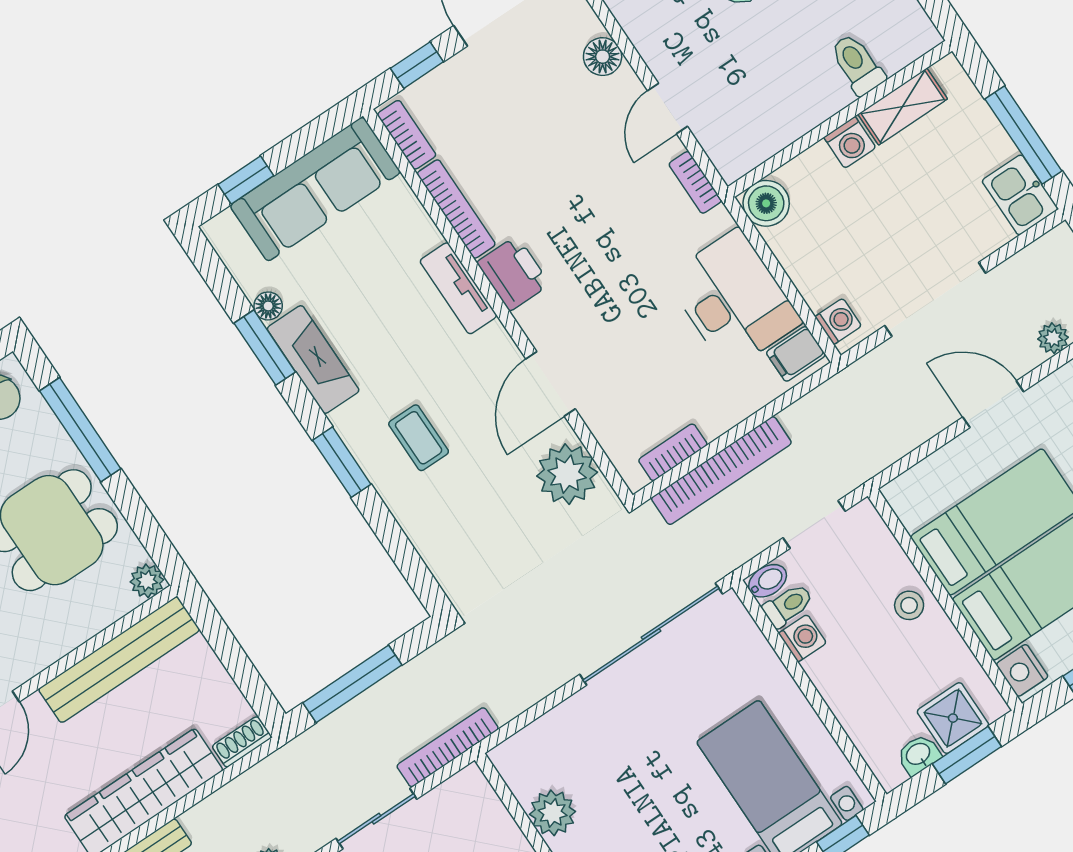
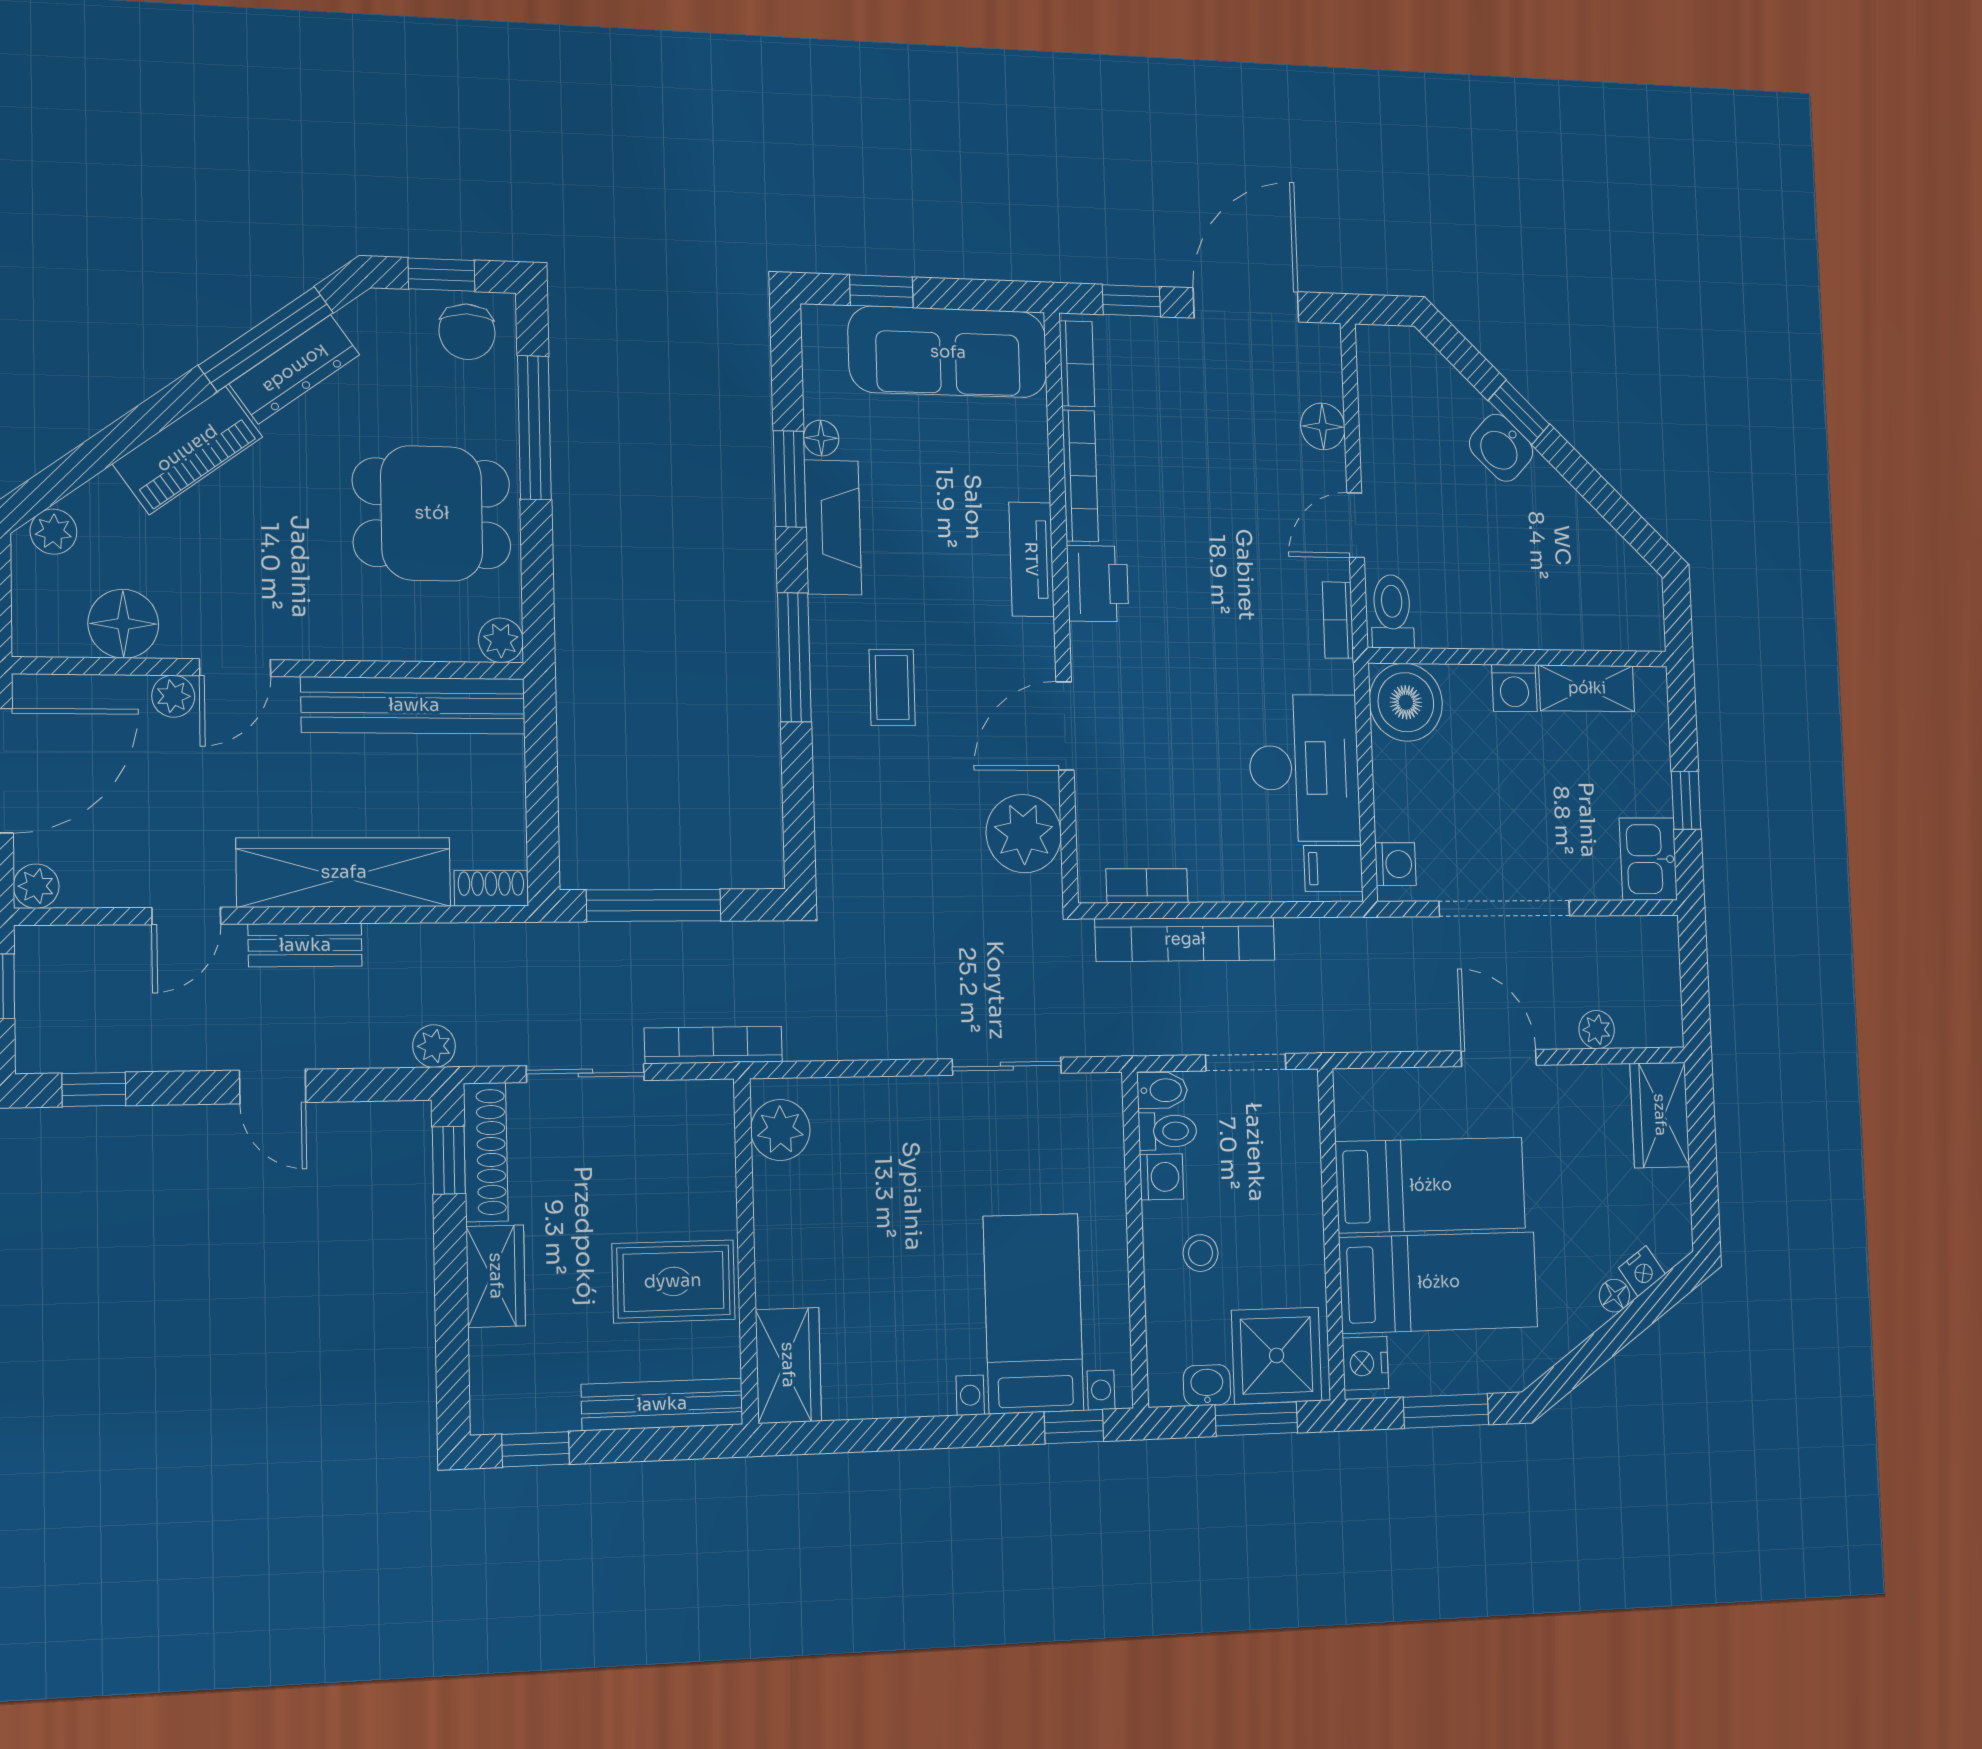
toilet: (857, 64) -> (1392, 612), moved
window: (1023, 135) -> (1686, 800), width x0.46
boiler: (766, 203) -> (1406, 702), width x1.37, depth x1.37
window: (342, 462) -> (794, 657), width x1.44
stool: (909, 605) -> (1201, 1253), moved
sliding door: (651, 634) -> (1007, 1066), width x0.54
shower: (953, 718) -> (1277, 1355), width x1.36, depth x1.36
plant: (553, 813) -> (780, 1130), moved

